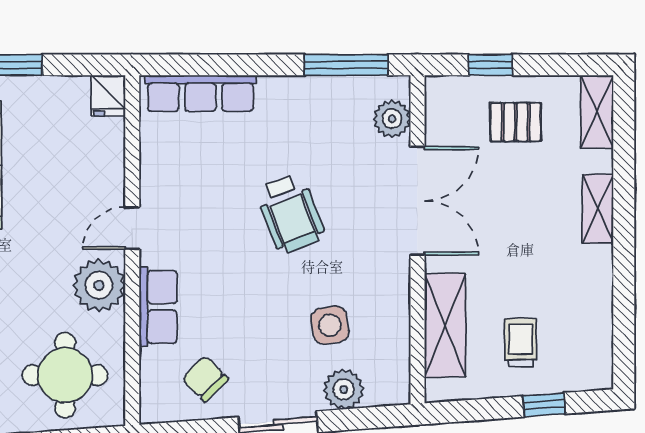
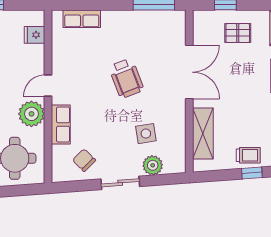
row of seats: (200, 93) -> (82, 19), width x0.68
fridge: (108, 96) -> (34, 35), moved, turned 90
plant: (392, 119) -> (177, 31), removed
trolley: (521, 343) -> (248, 155), moved, turned 90

